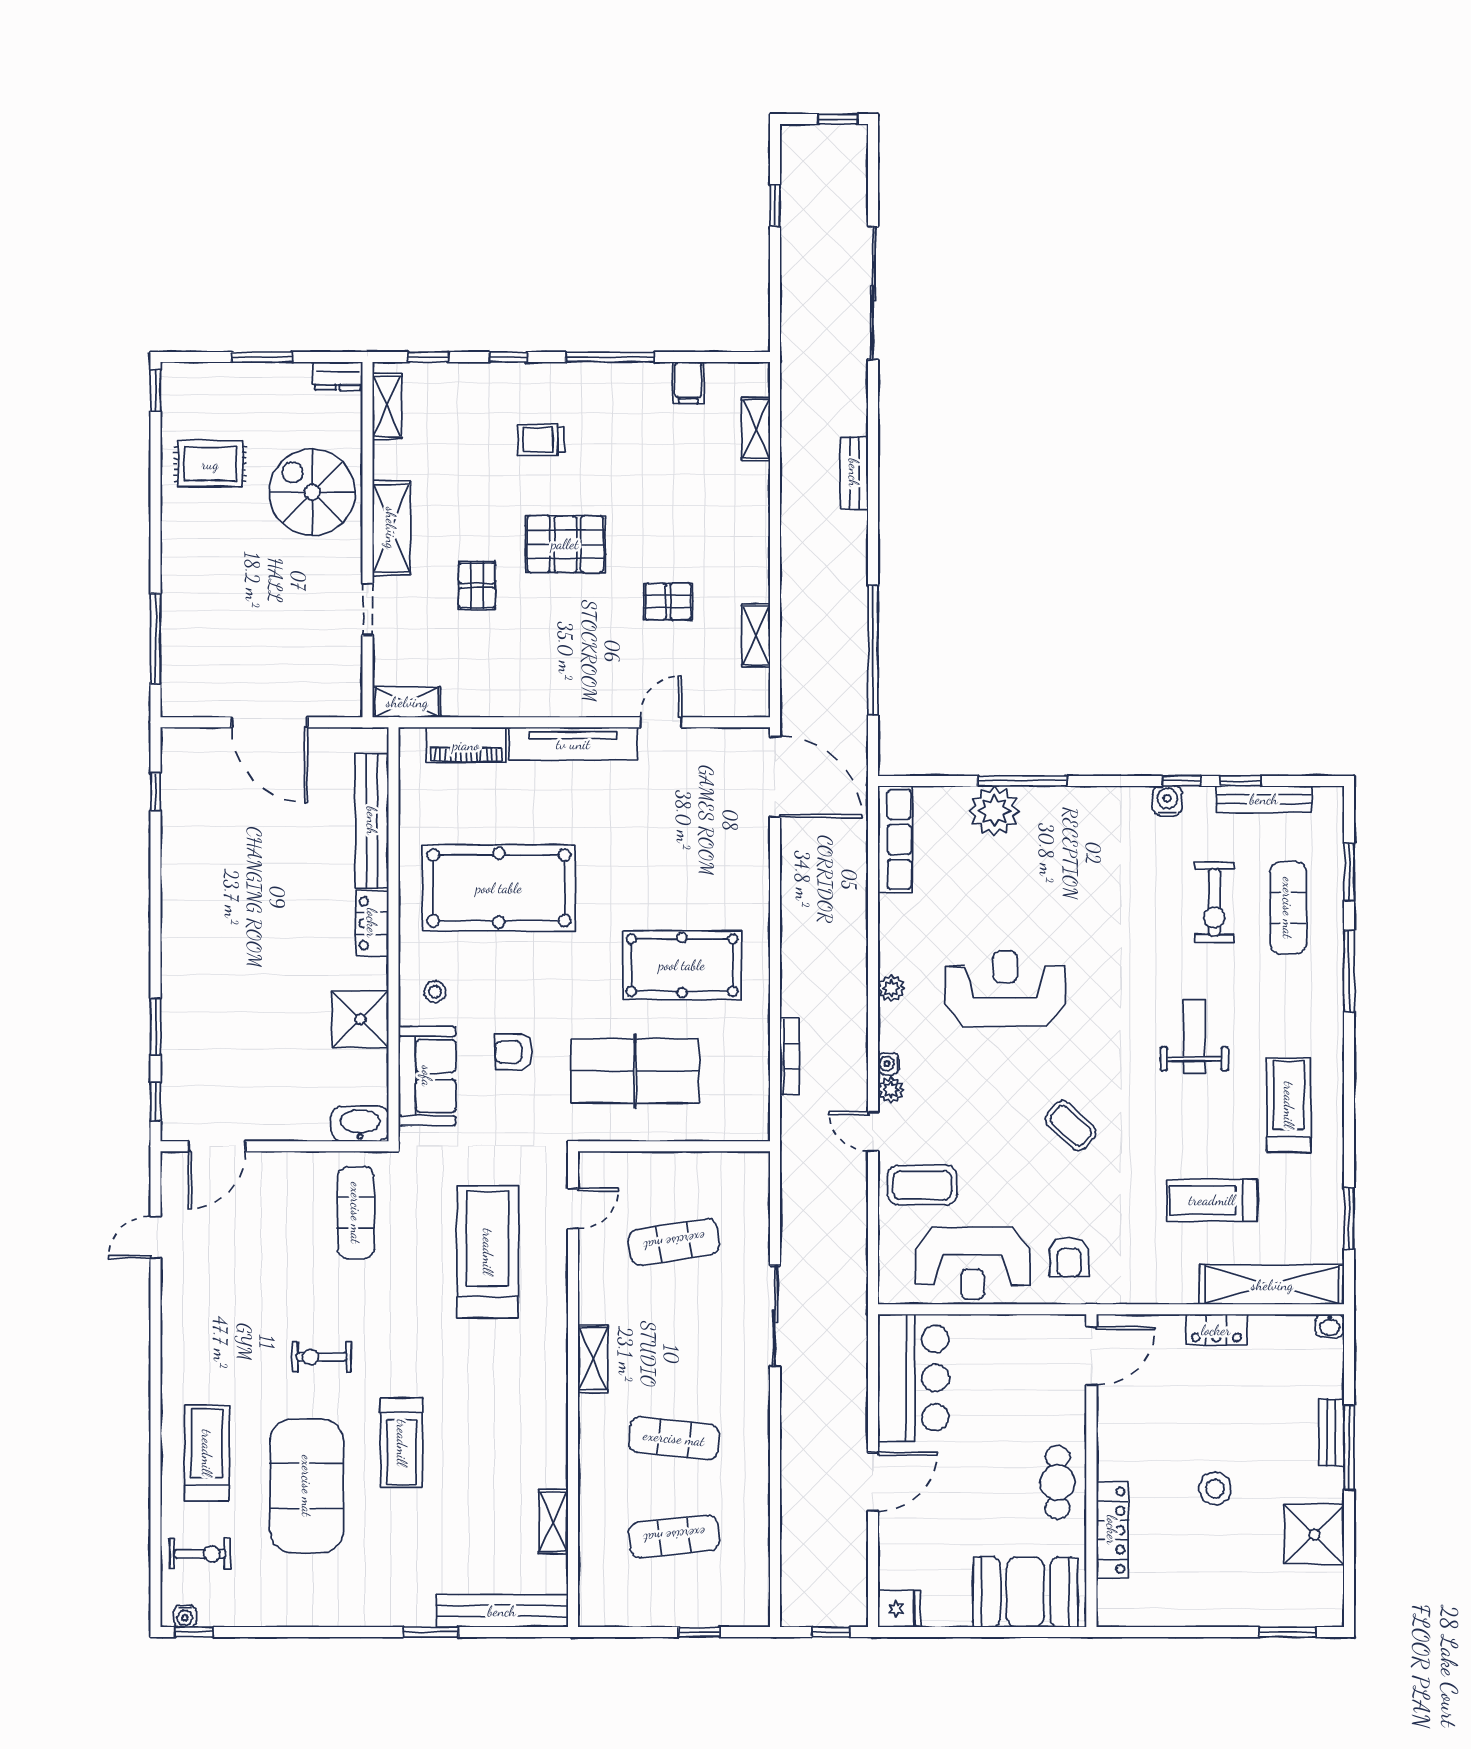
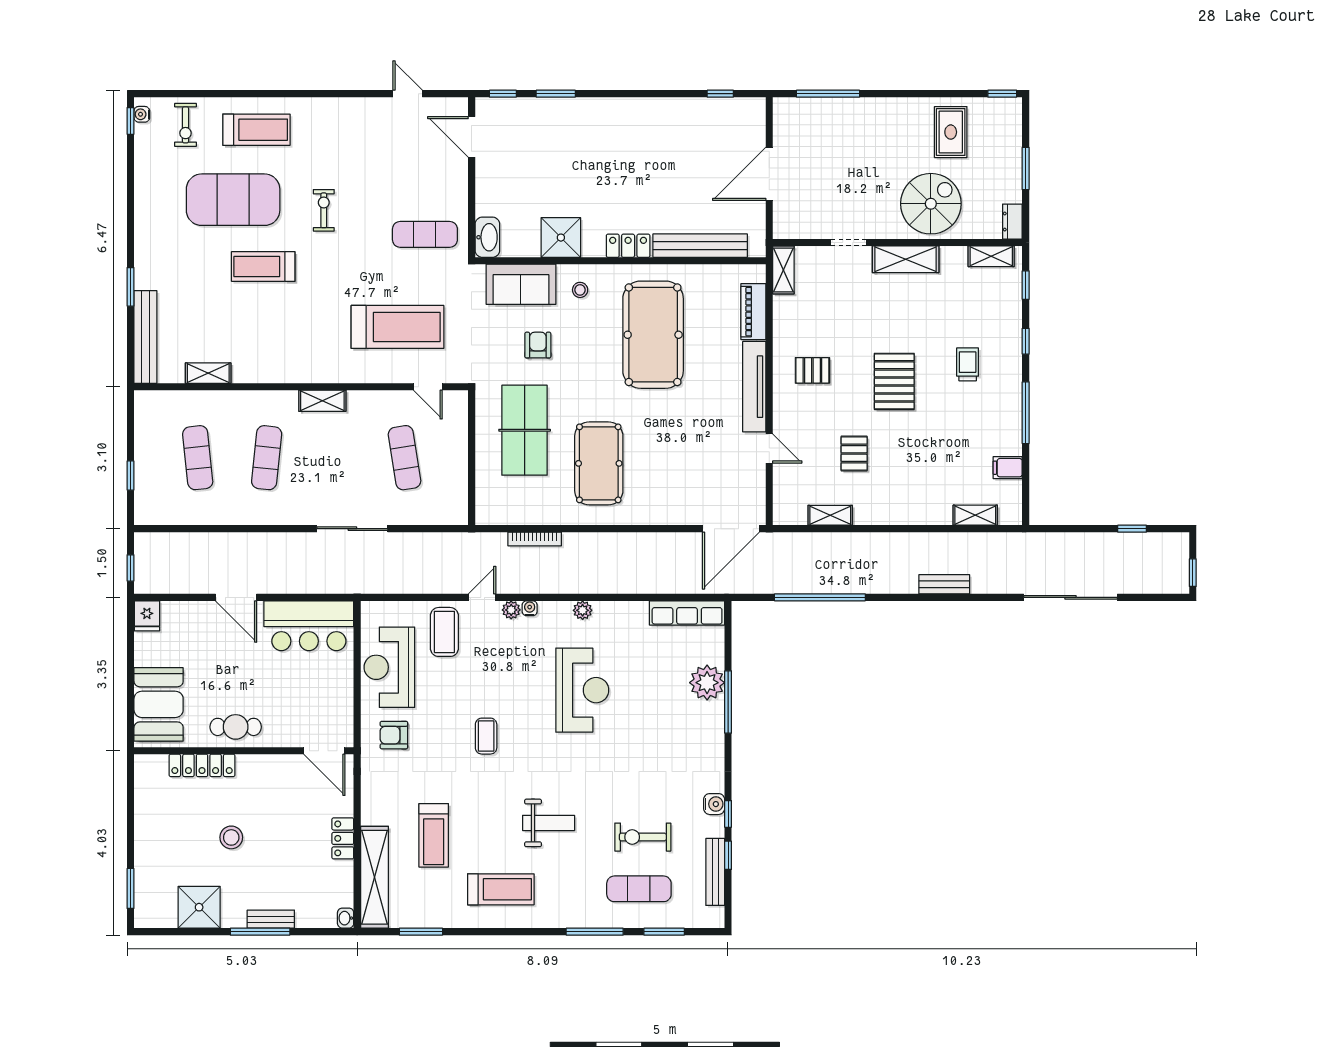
pallet: (477, 585) -> (812, 370), moved
coffee table: (1071, 1126) -> (486, 736), turned -43
treadmill: (1212, 1200) -> (434, 835), turned 180

